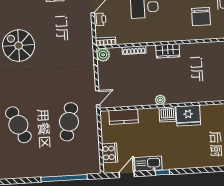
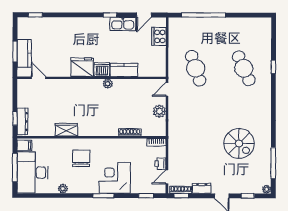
chair: (201, 17) -> (81, 158), moved
wardrobe: (168, 51) -> (66, 130), moved
plant: (103, 55) -> (159, 111), moved
kitchen counter: (124, 117) -> (124, 70), moved
cafe table: (69, 122) -> (196, 68), turned -30

